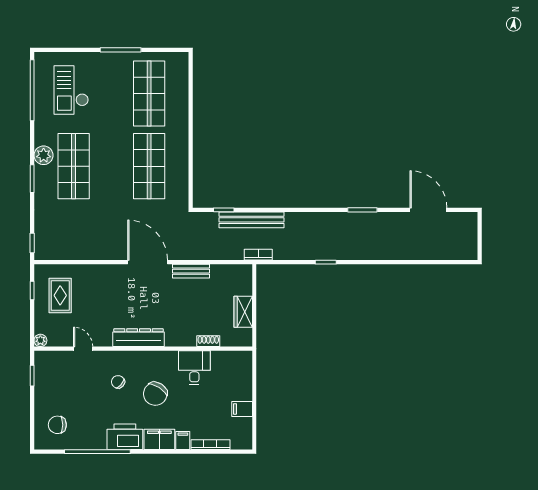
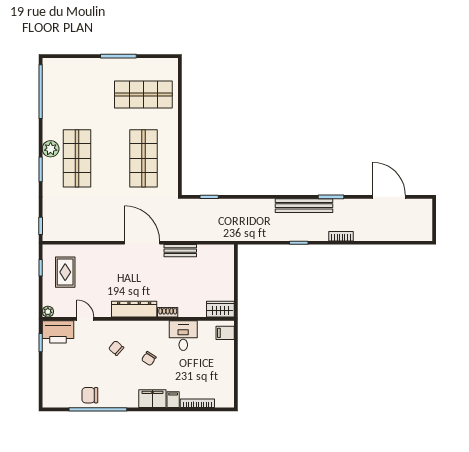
checkout: (71, 90) -> (75, 91), removed
shop shelf: (149, 94) -> (143, 95), turned 90
bench: (252, 220) -> (304, 206), moved
bookcase: (258, 255) -> (341, 236), moved
wardrobe: (243, 312) -> (220, 309), moved, turned 90
shoe rack: (208, 341) -> (168, 312), moved
chair: (155, 394) -> (149, 359), width x0.54, depth x0.54
filing cabinet: (242, 409) -> (225, 333), moved
chair: (57, 425) -> (90, 395), moved
printer: (125, 437) -> (58, 332), moved, turned 180

